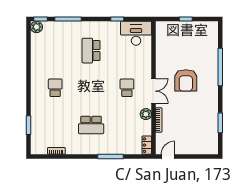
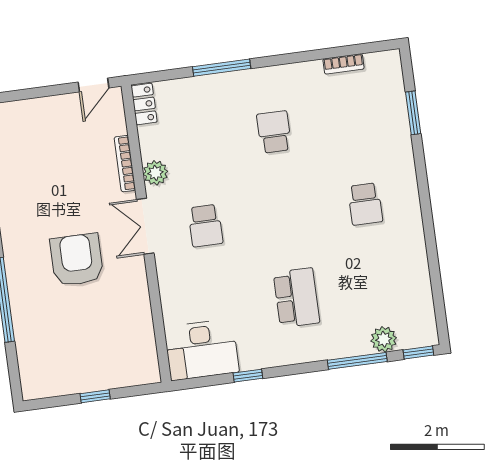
plant: (37, 27) -> (384, 339), moved
school desk: (91, 125) -> (274, 132), width x0.54

